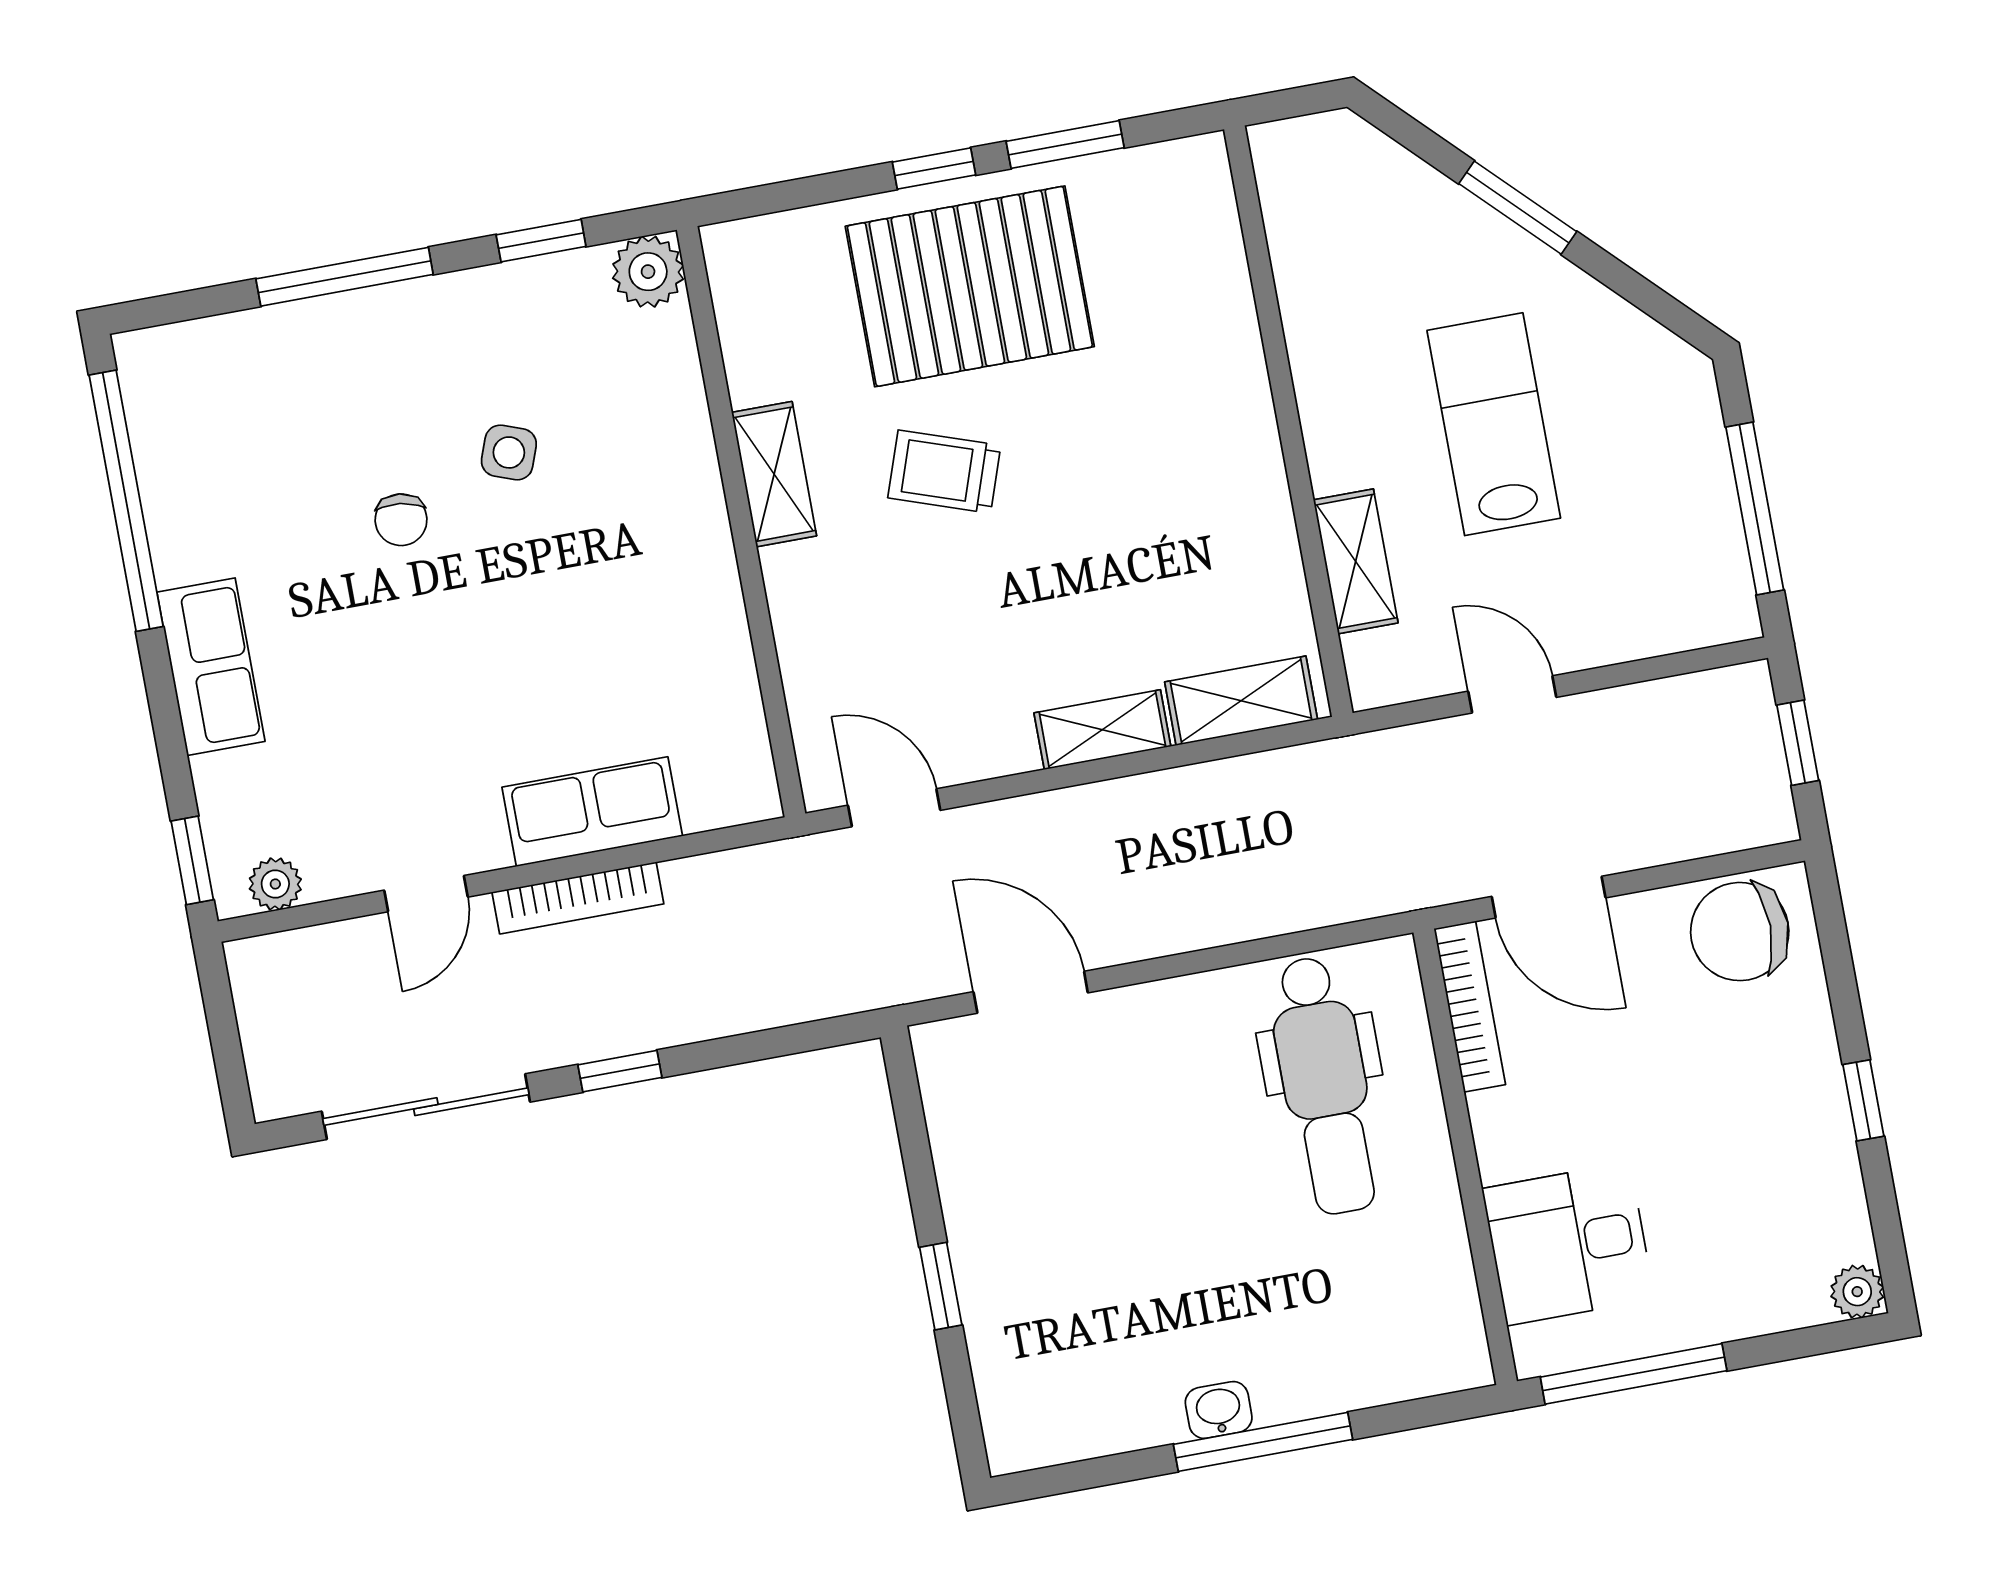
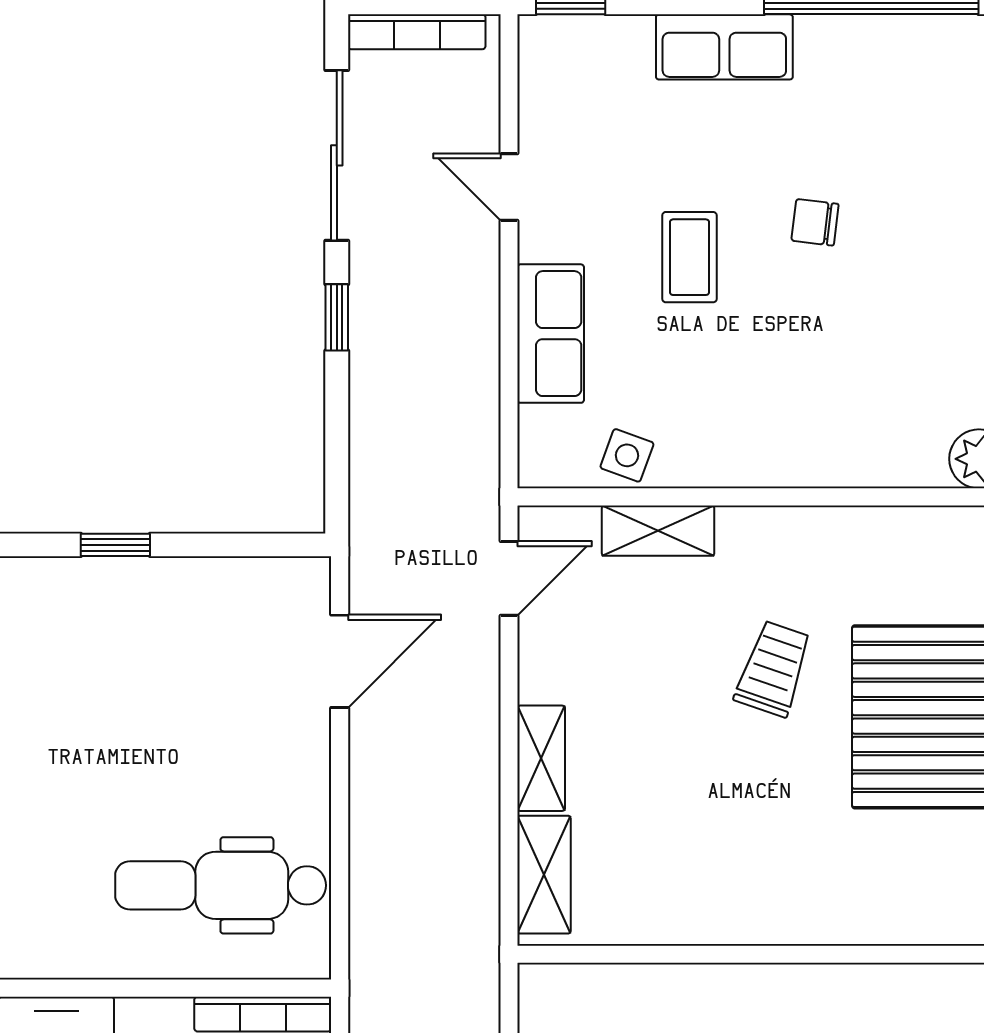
side table: (509, 452) -> (627, 455), moved
shelving: (774, 474) -> (658, 531), moved
shelving: (1356, 561) -> (640, 988), removed
coffee table: (470, 662) -> (689, 257), added
plant: (275, 884) -> (539, 67), removed
bookcase: (578, 898) -> (417, 32), moved, turned -90

